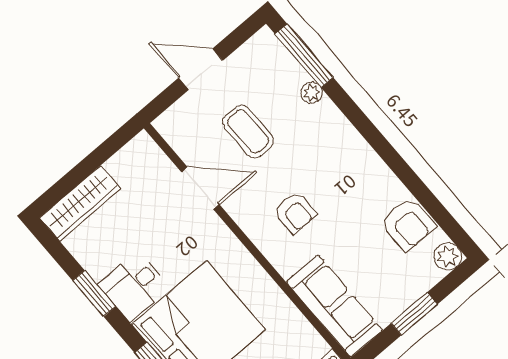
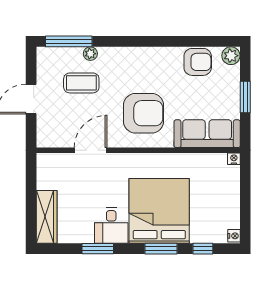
coffee table: (248, 132) -> (81, 83), moved
armchair: (295, 213) -> (144, 113), width x1.88, depth x1.88

